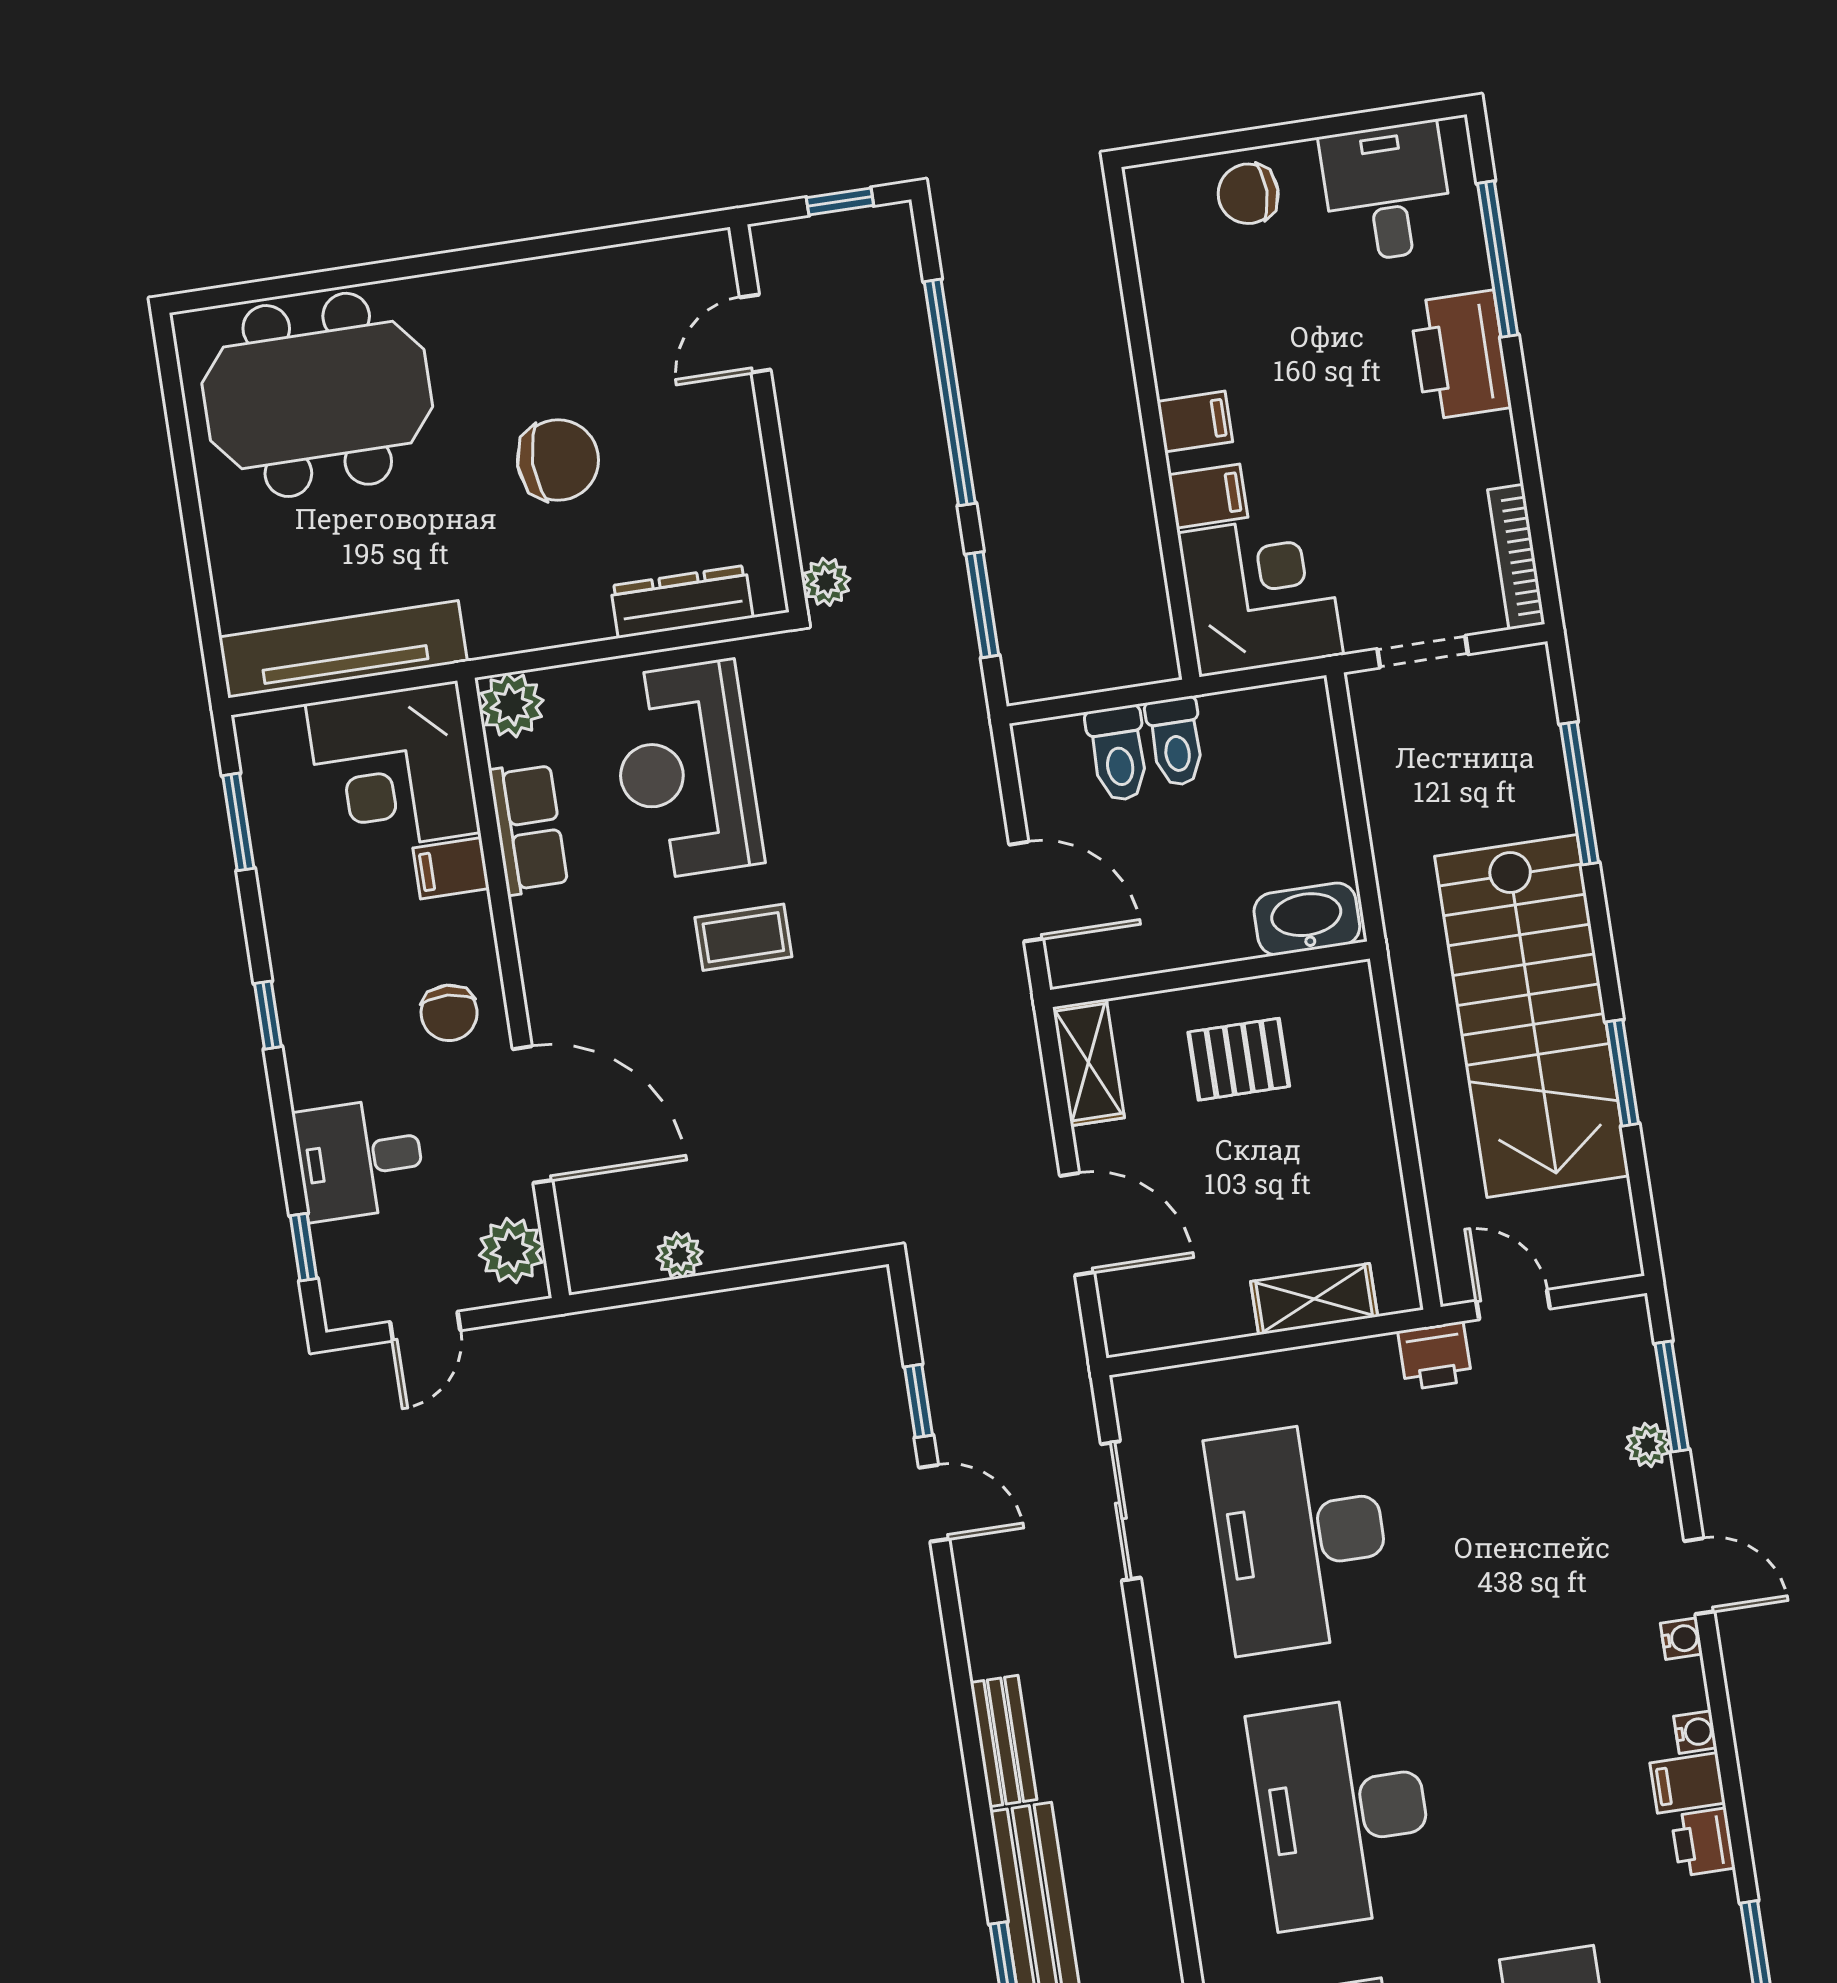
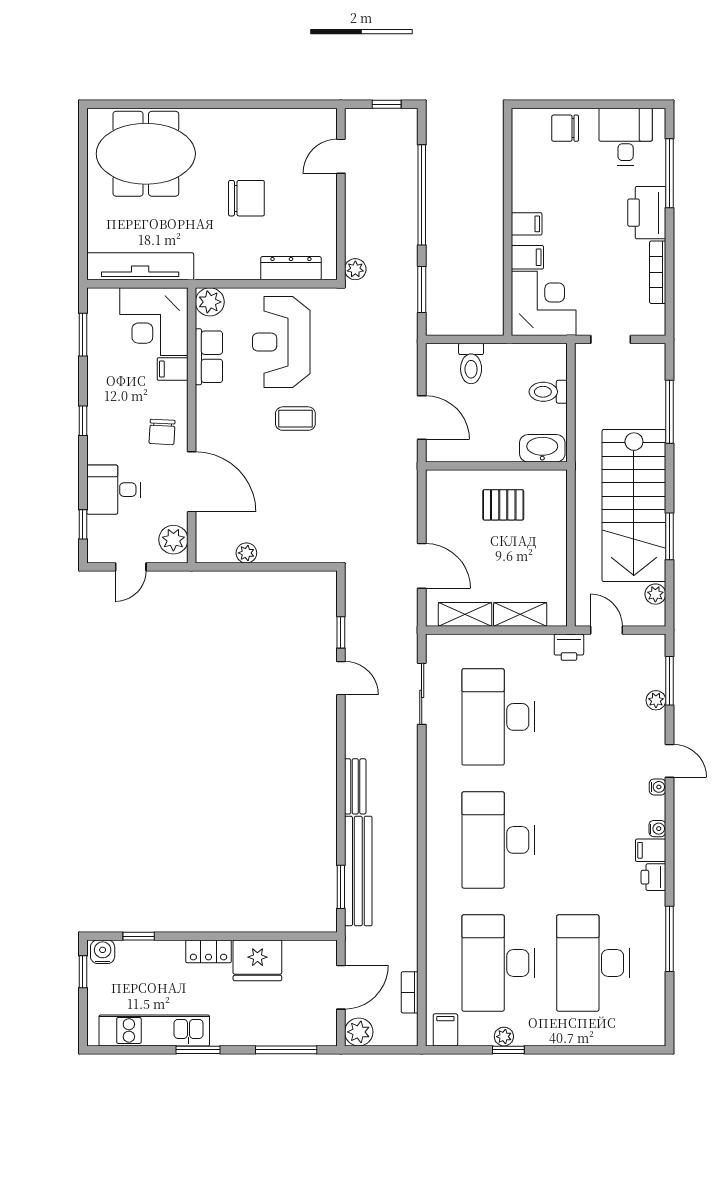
bookcase: (1516, 557) -> (658, 272), moved
toilet: (1176, 742) -> (548, 392), moved, turned 90
shelving: (1088, 1062) -> (465, 614), moved, turned 90
plant: (1610, 1207) -> (655, 594), added

